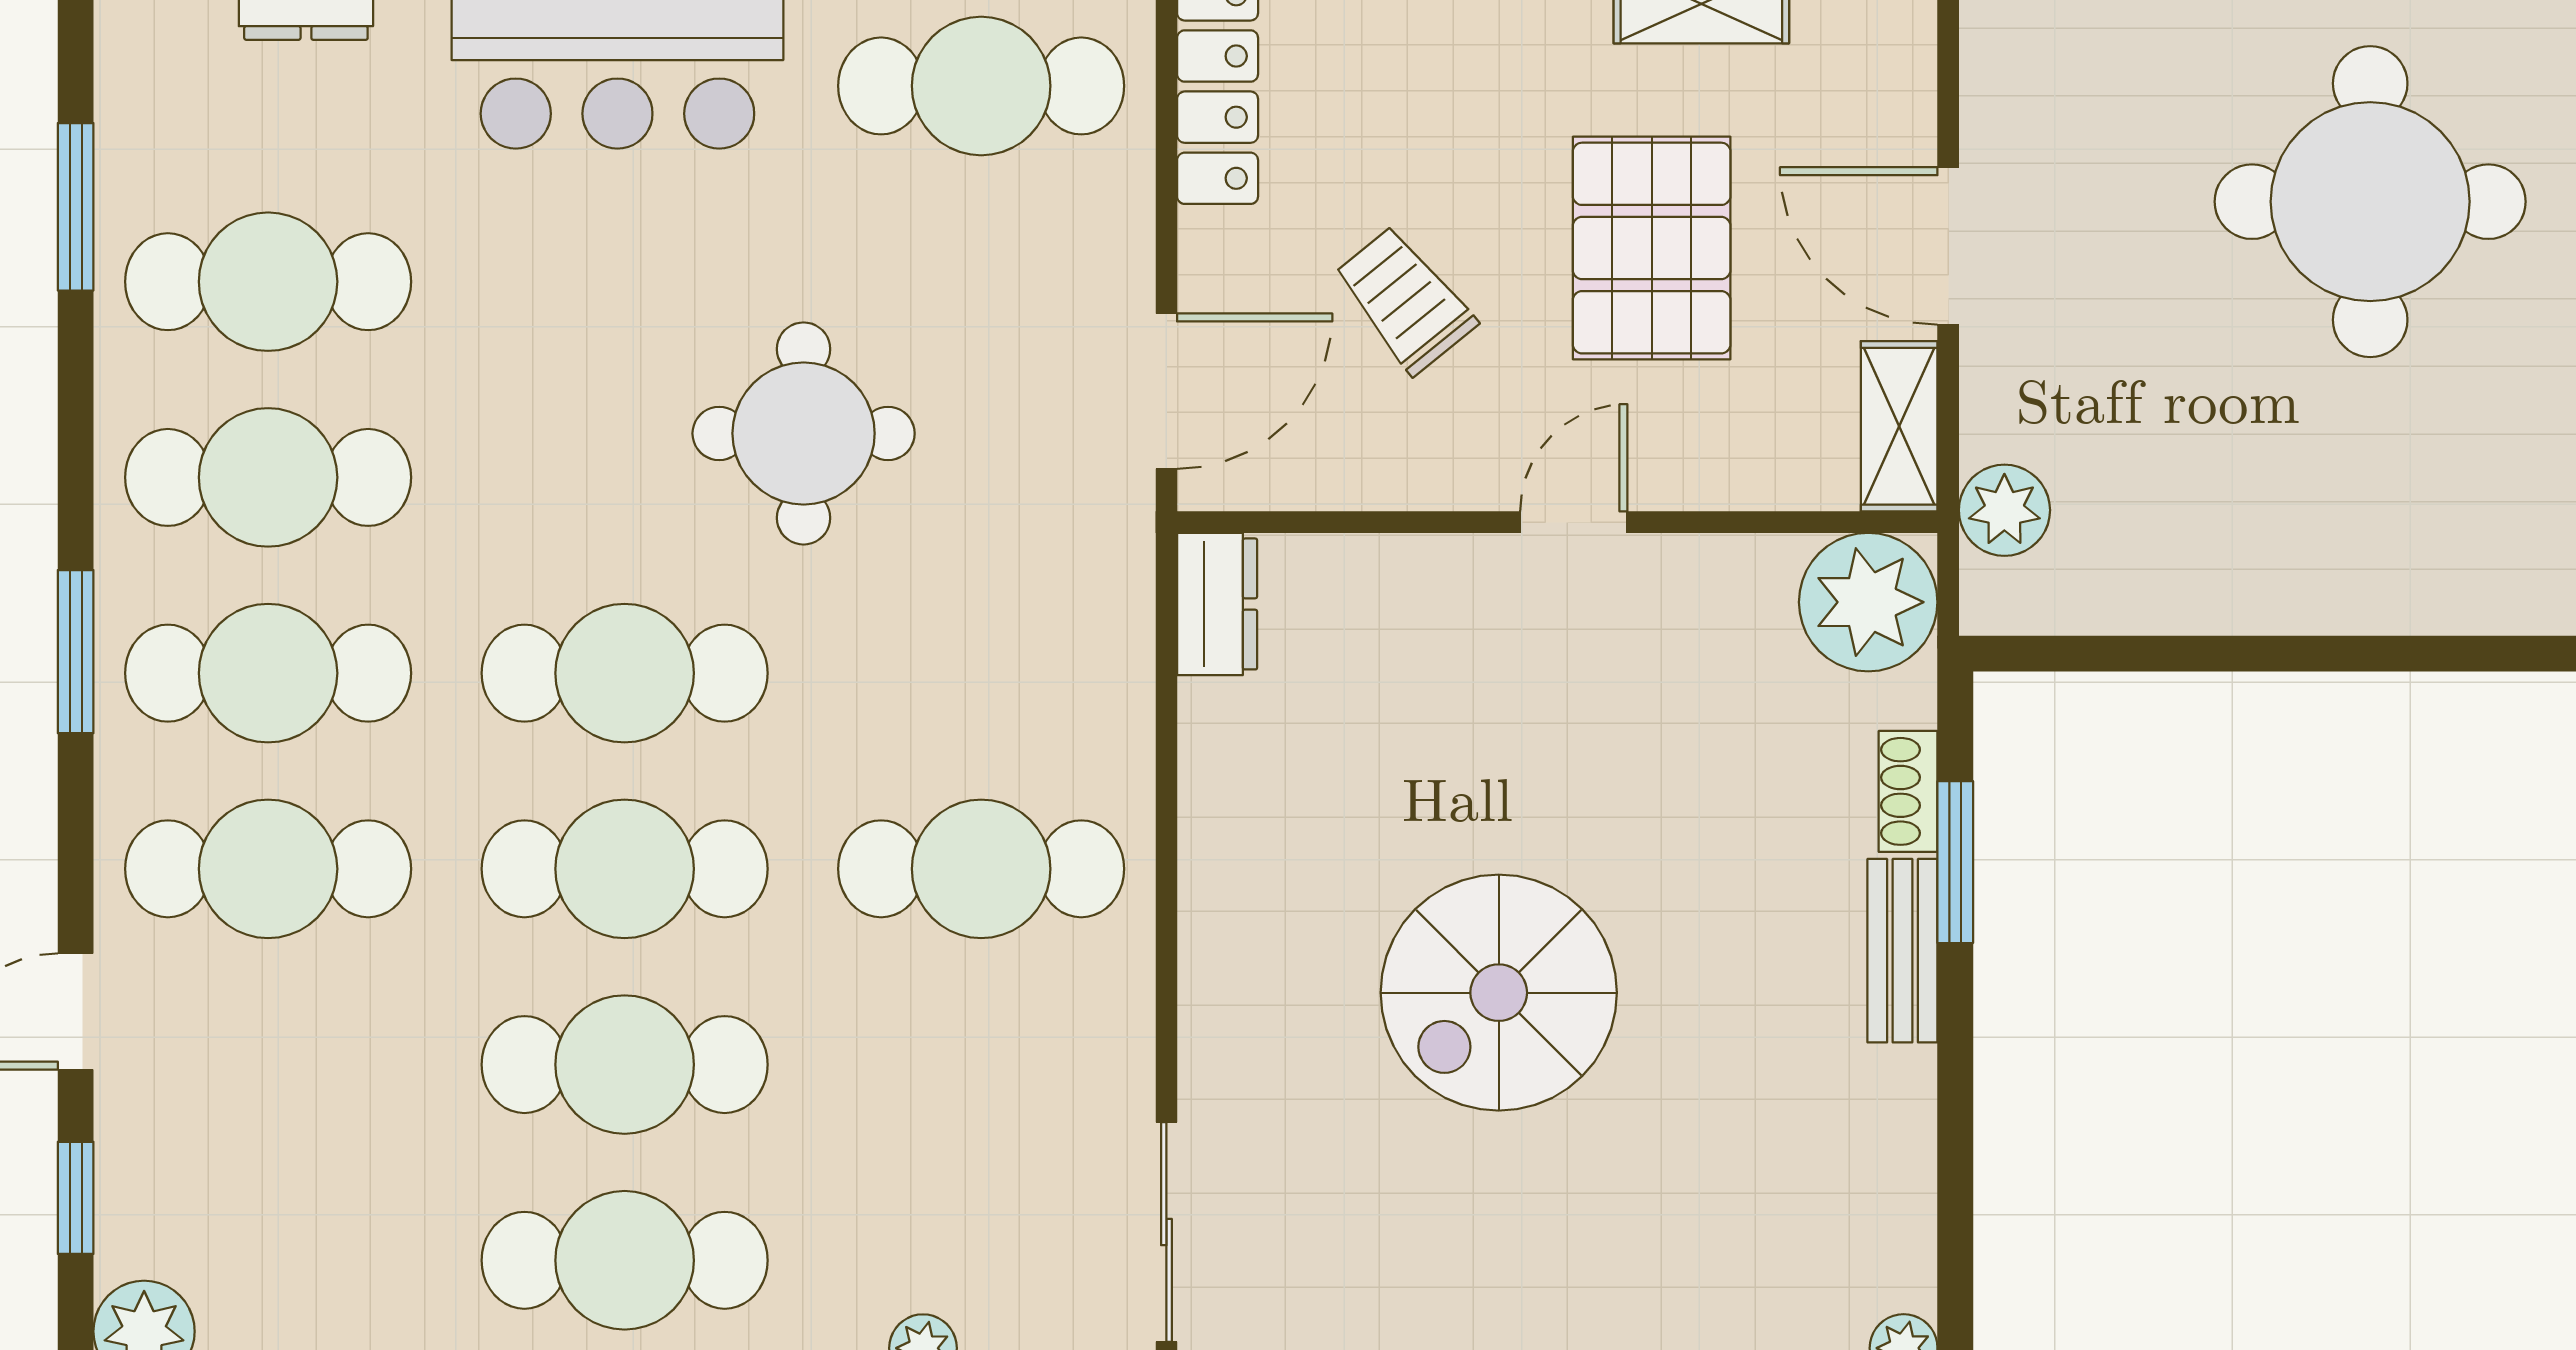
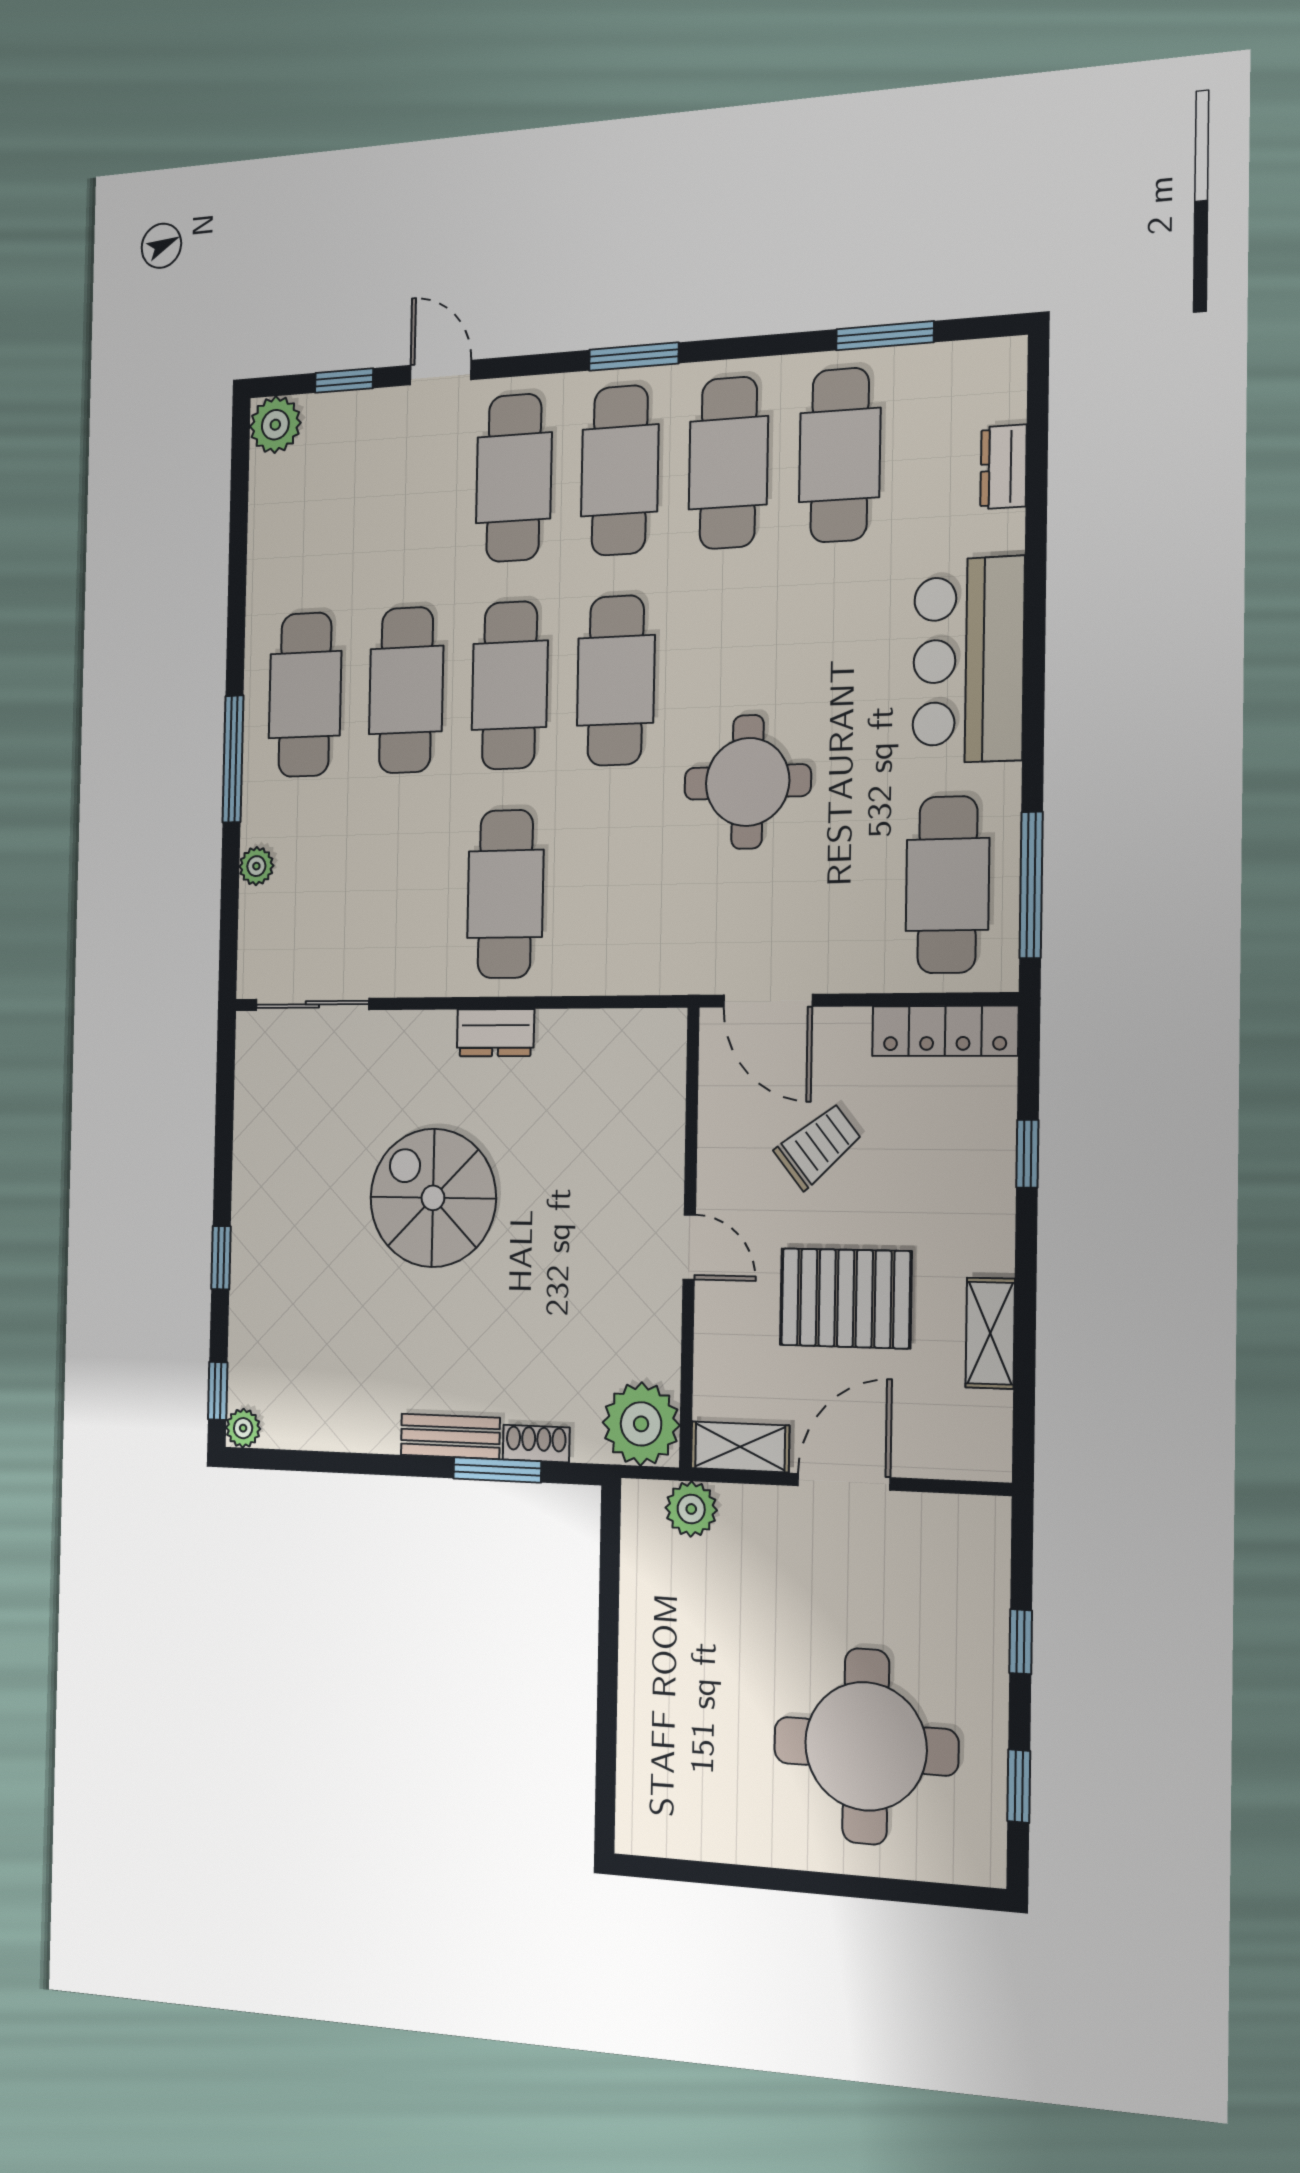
dresser: (1217, 604) -> (495, 1033), moved

